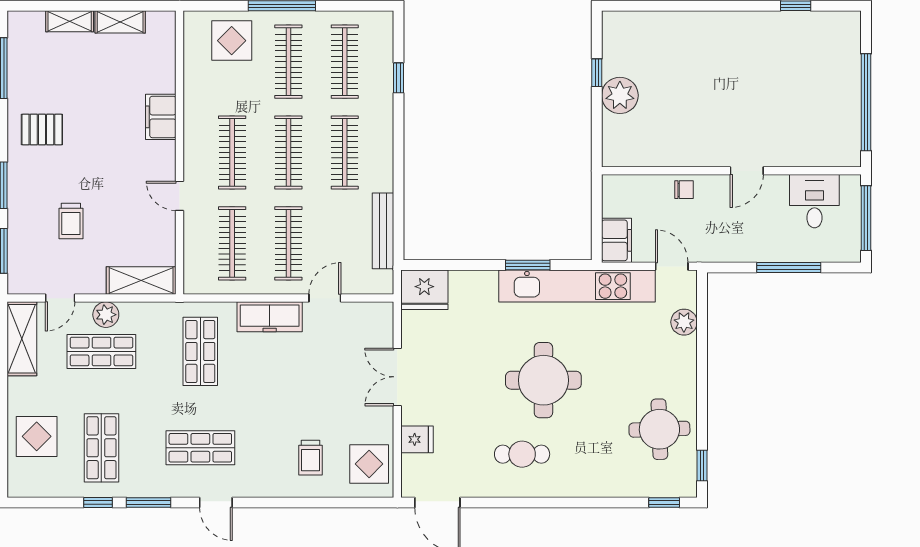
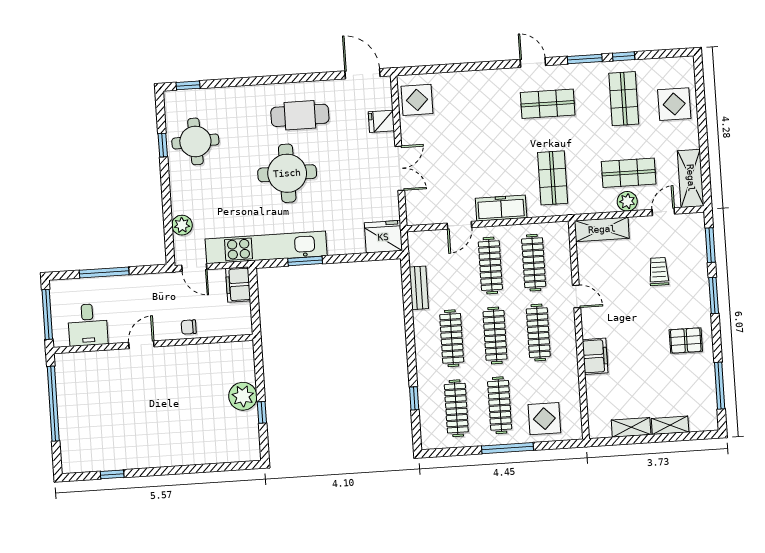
bench: (383, 231) -> (419, 288), width x0.73
cafe table: (522, 454) -> (300, 115), width x1.37, depth x1.35
trolley: (311, 458) -> (462, 102), removed
window: (702, 465) -> (163, 145), moved

